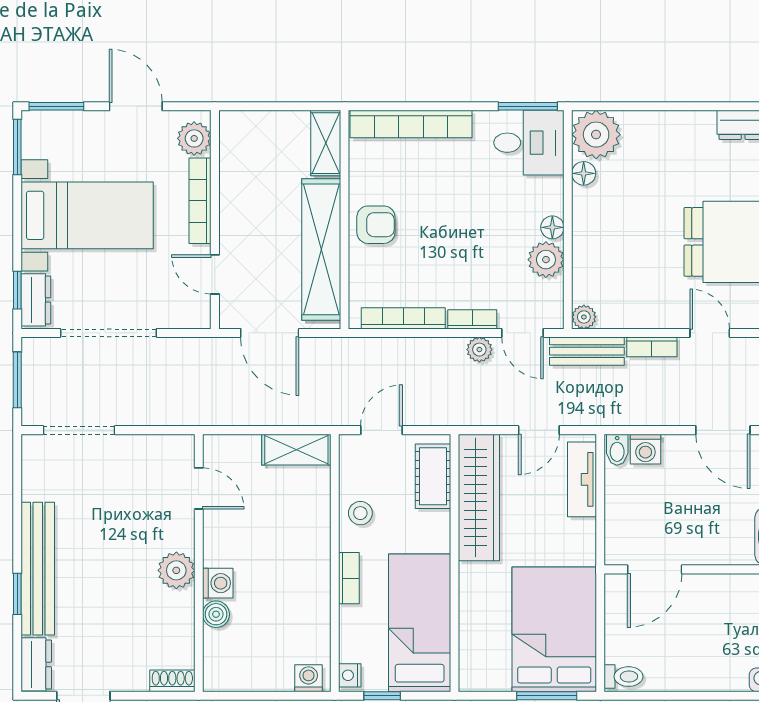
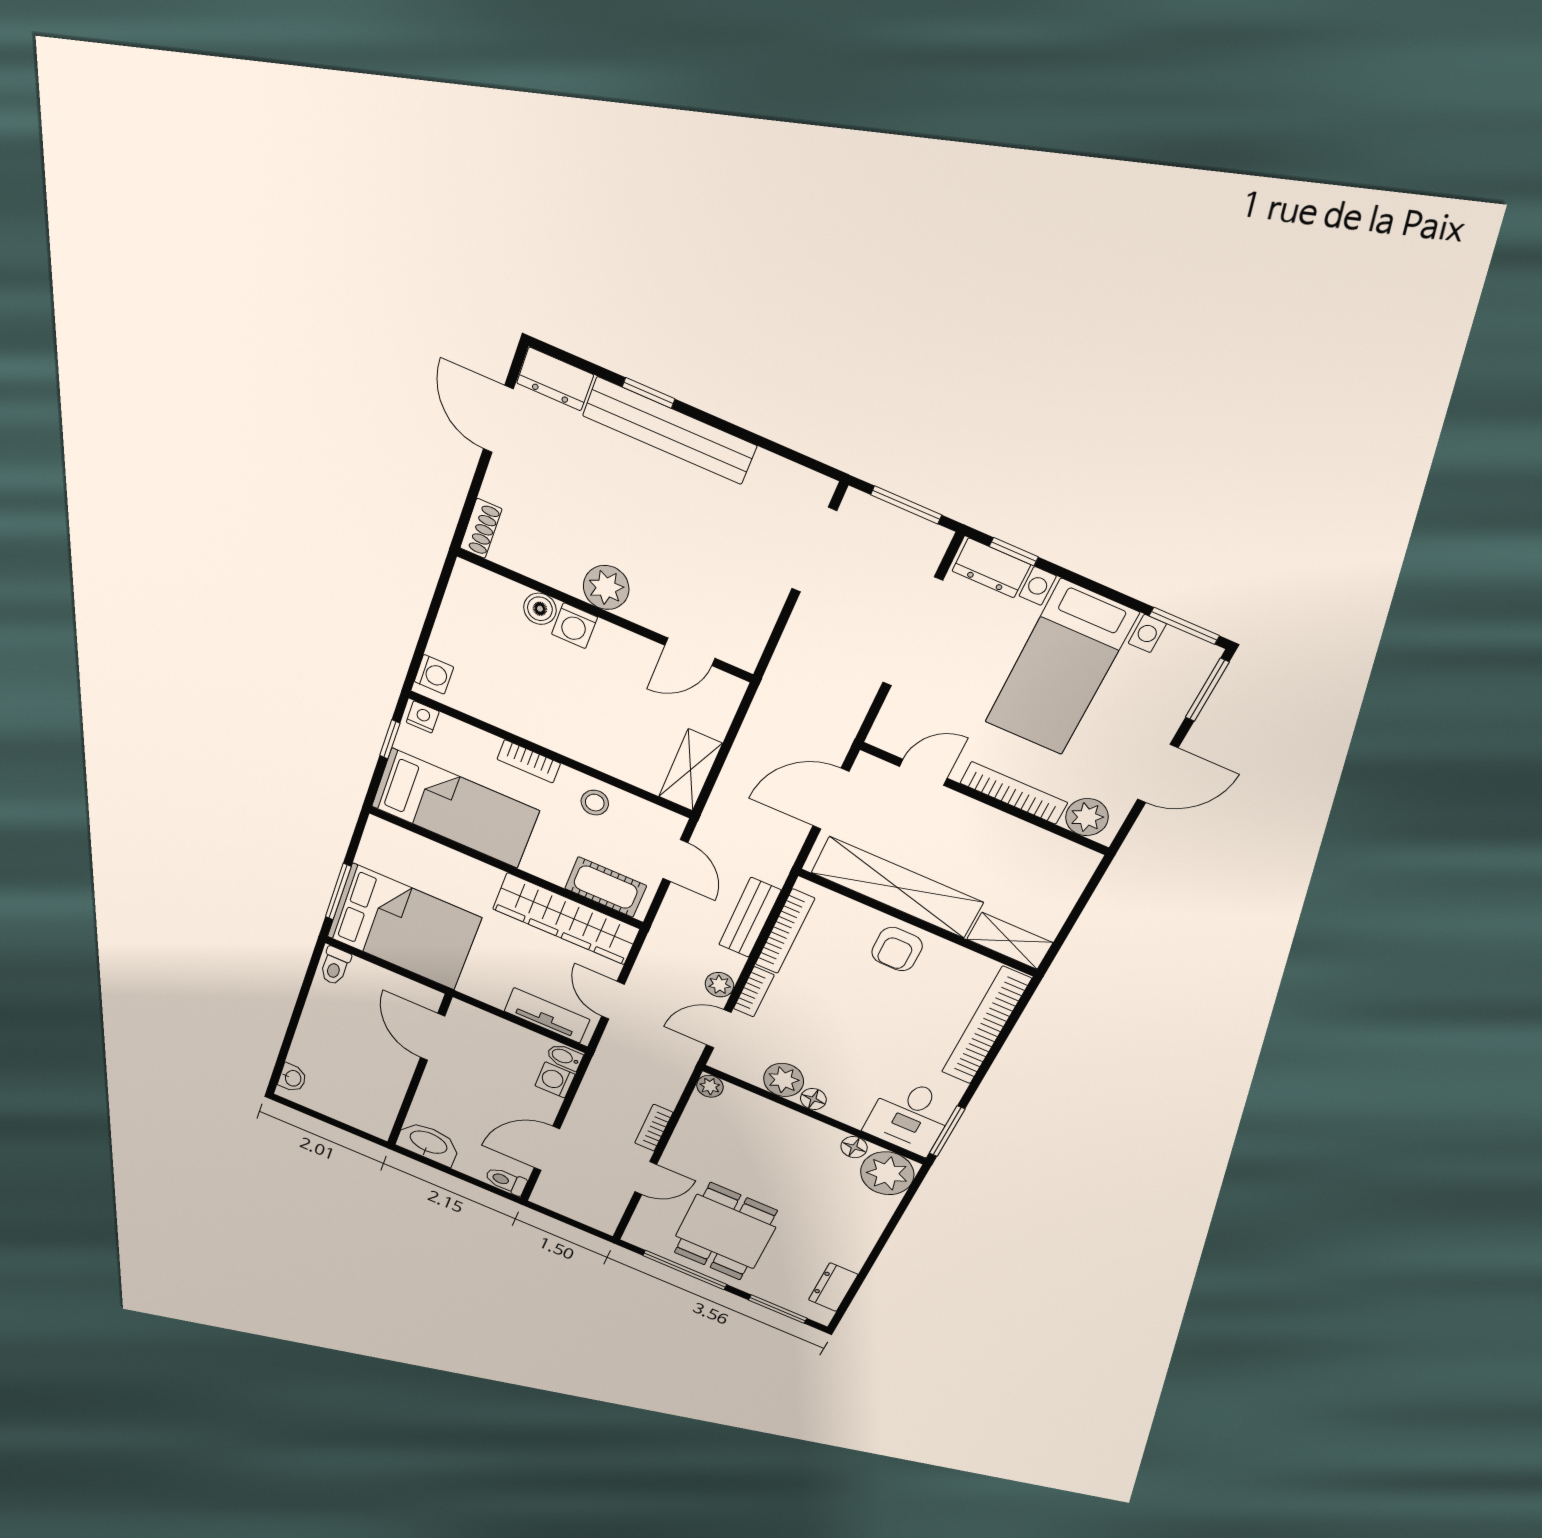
bench: (587, 351) -> (750, 918), moved

